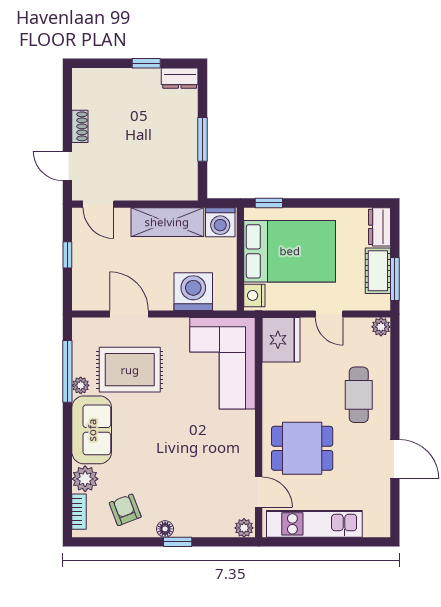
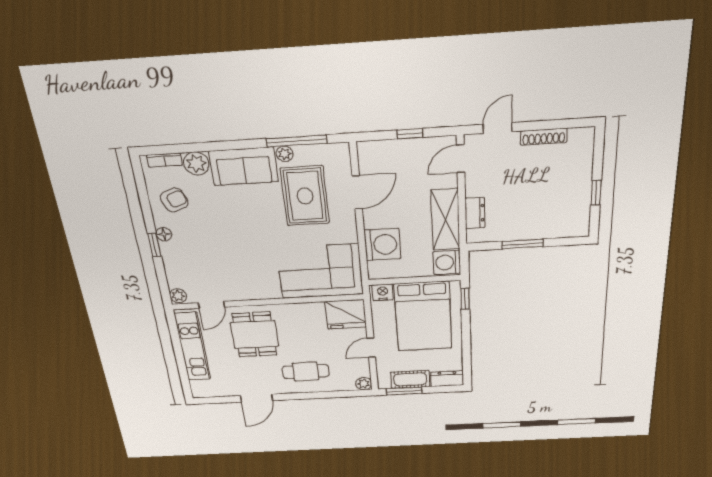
dresser: (180, 78) -> (475, 213), moved, turned 180
shoe rack: (80, 126) -> (544, 137), width x1.43

